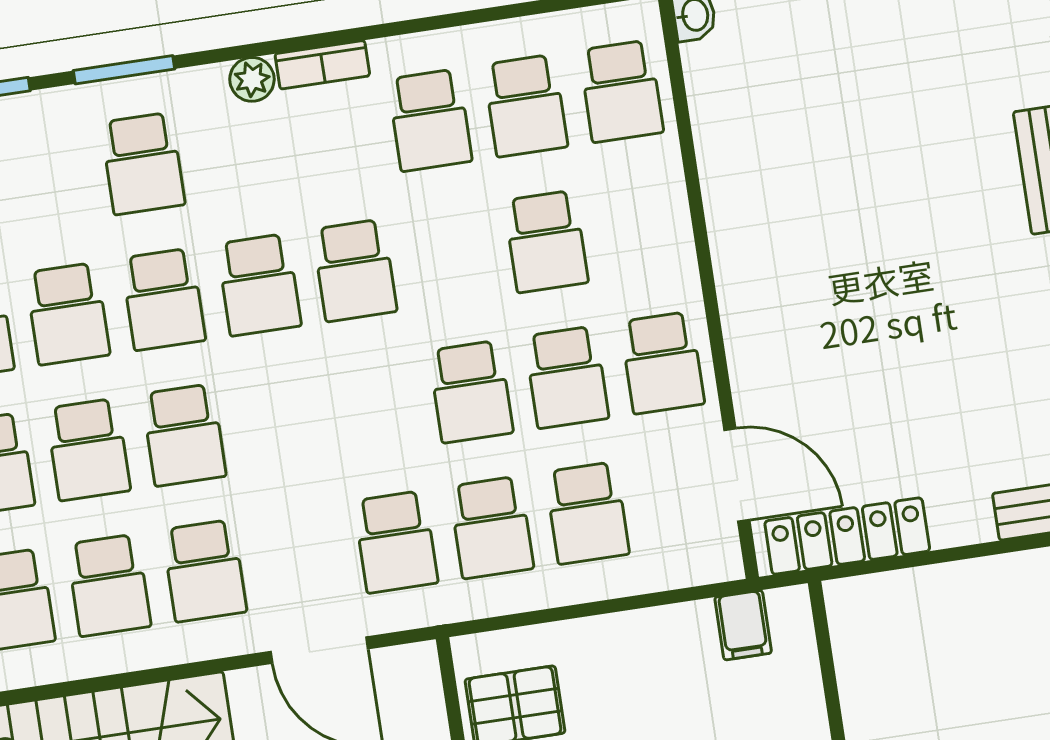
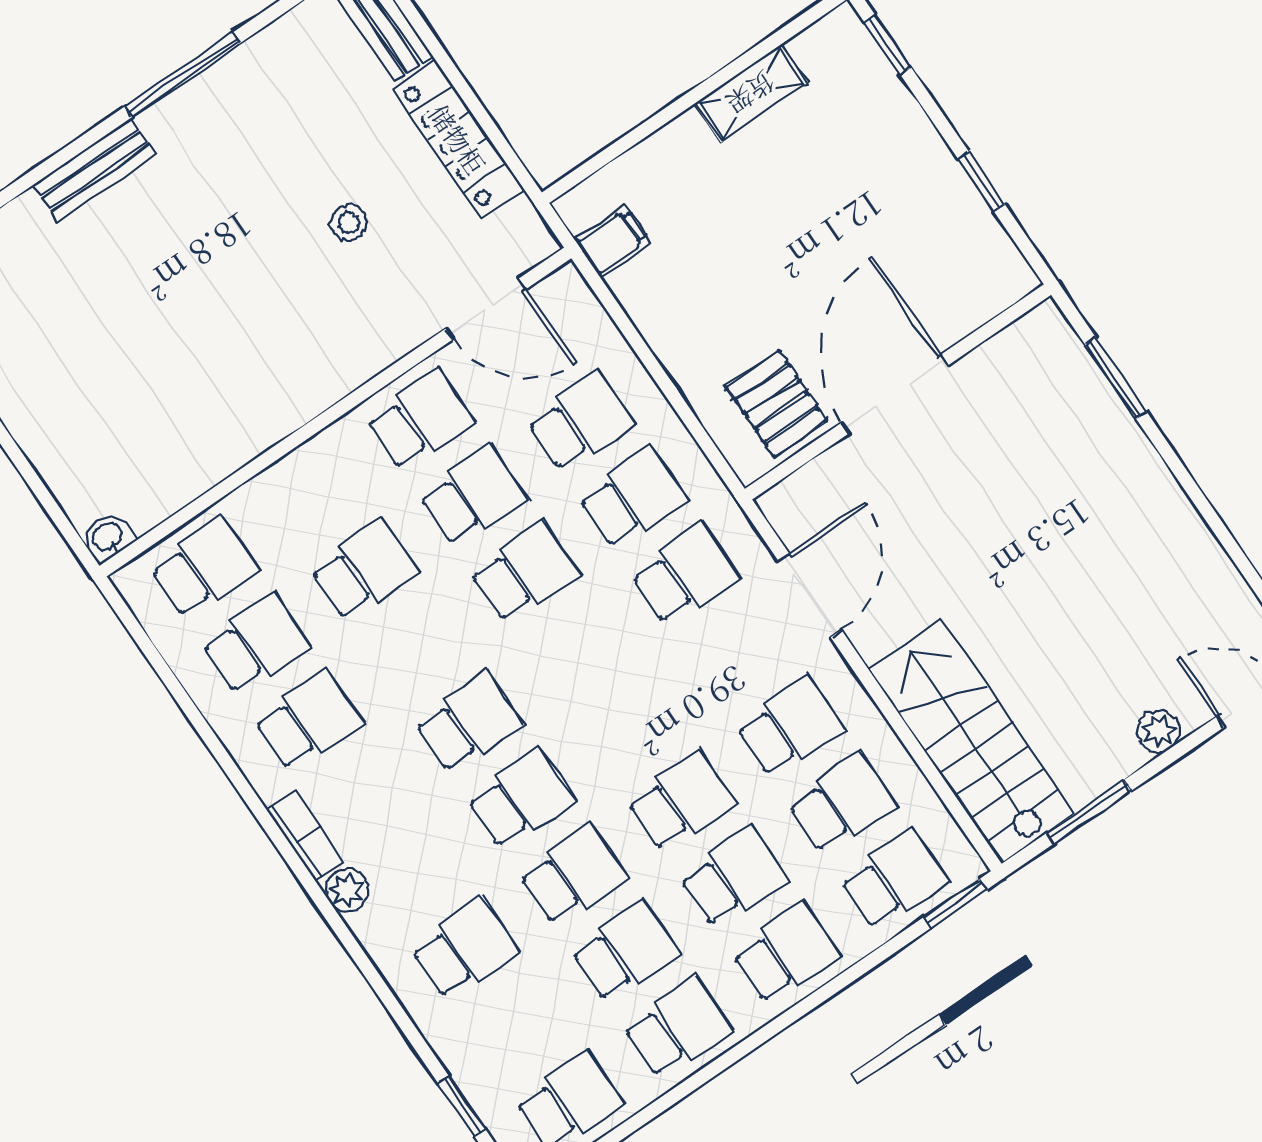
window: (124, 70) -> (392, 1005), removed
stool: (881, 385) -> (349, 222), added
door: (737, 475) -> (486, 309), swing flipped
locker: (847, 536) -> (458, 139), moved

